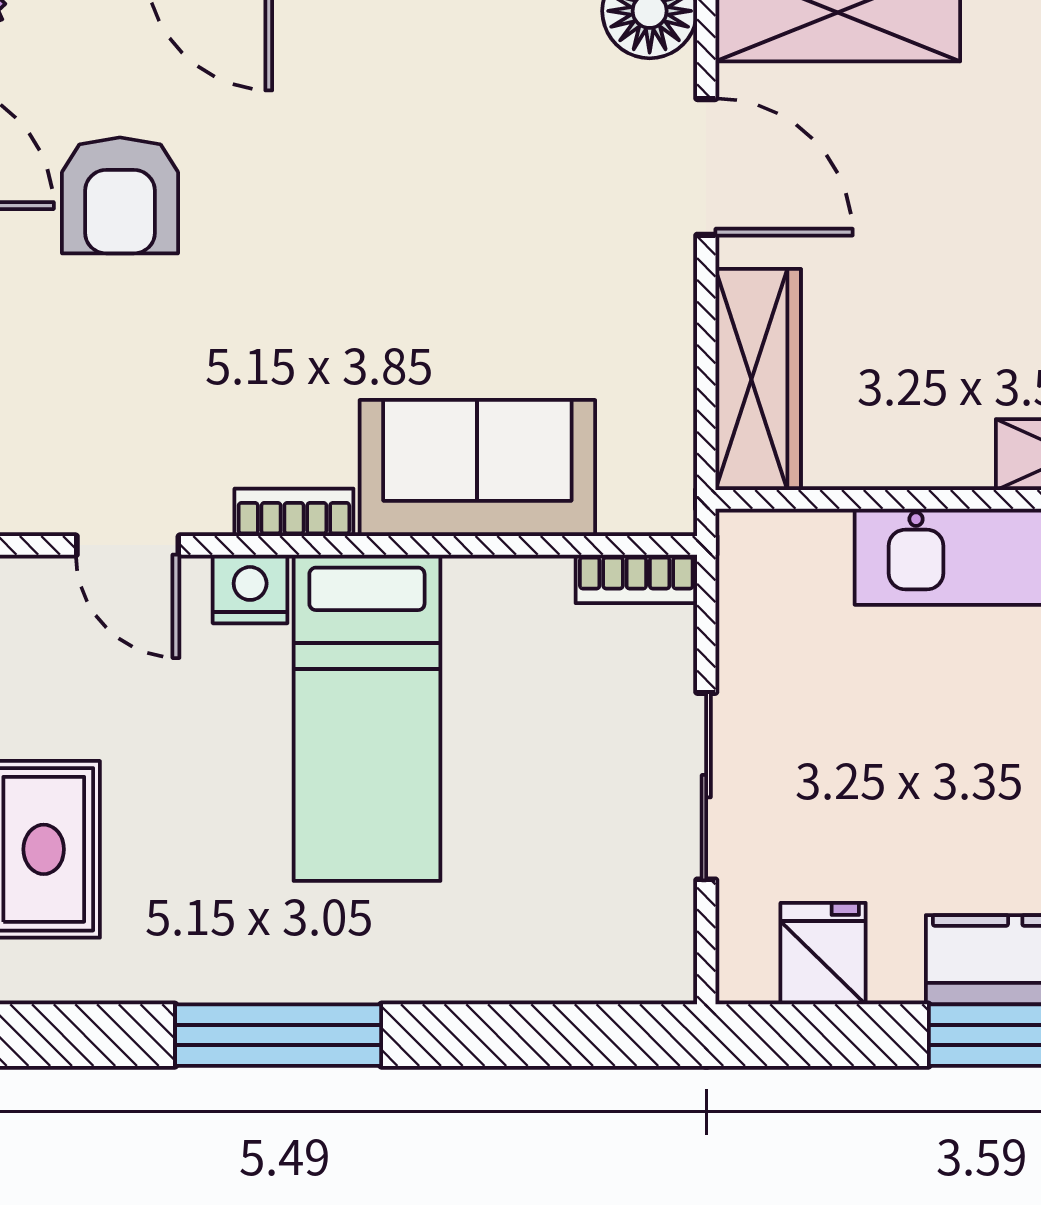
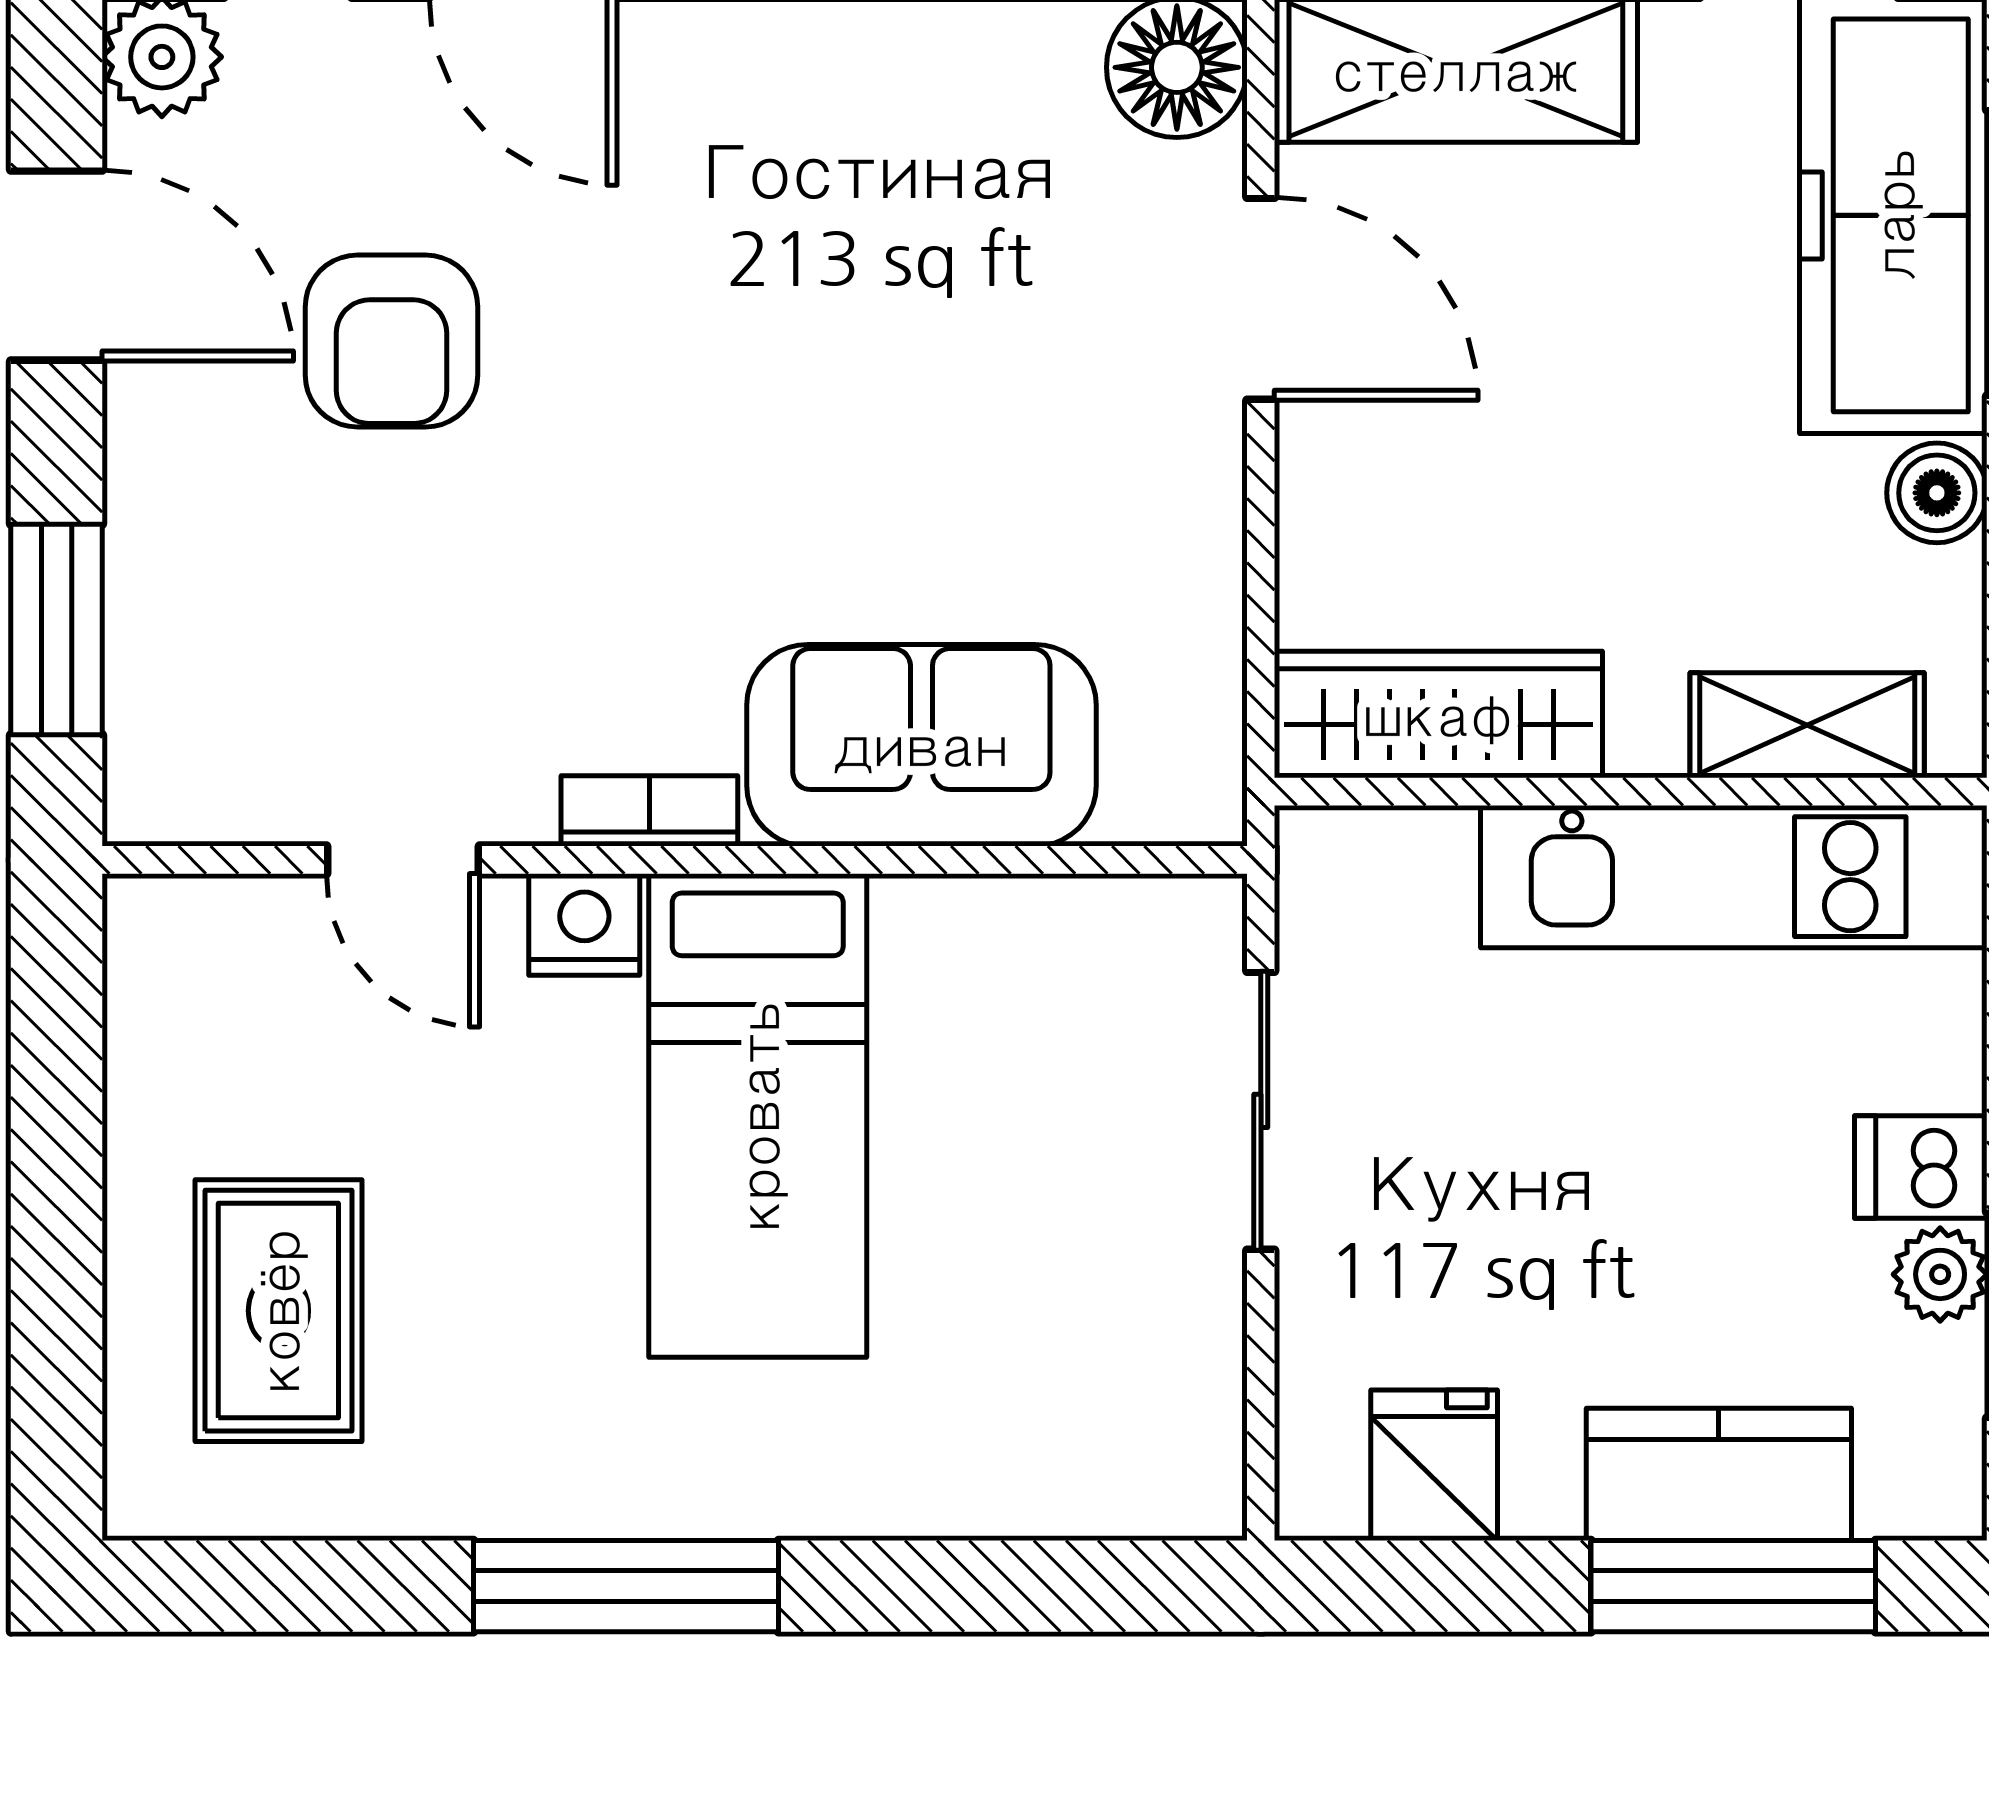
wardrobe: (758, 380) -> (1438, 715), moved, turned -90
bookcase: (636, 579) -> (1157, 910), removed
sliding door: (706, 786) -> (1261, 1111), moved

